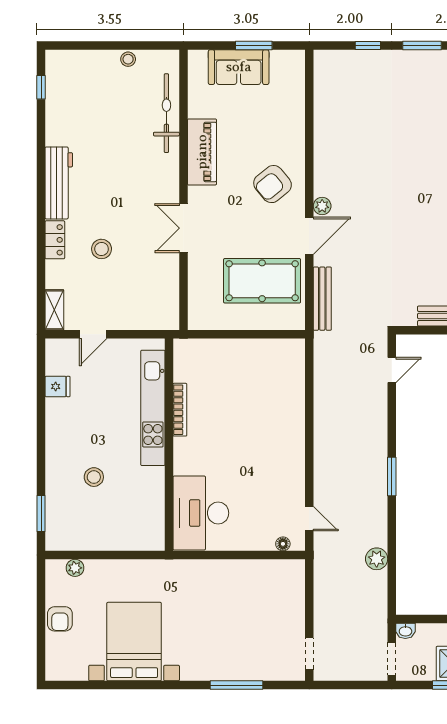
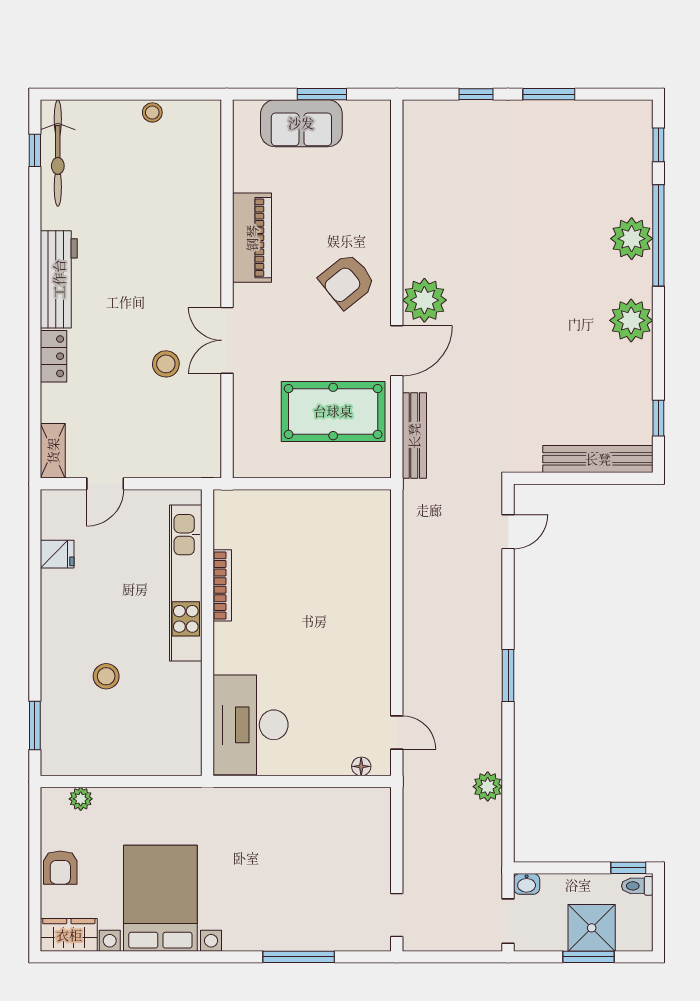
bicycle: (166, 113) -> (58, 153), moved, turned 180
plant: (322, 206) -> (424, 300), width x1.88, depth x1.88
stool: (102, 249) -> (166, 364), moved
wardrobe: (66, 669) -> (69, 935), added

